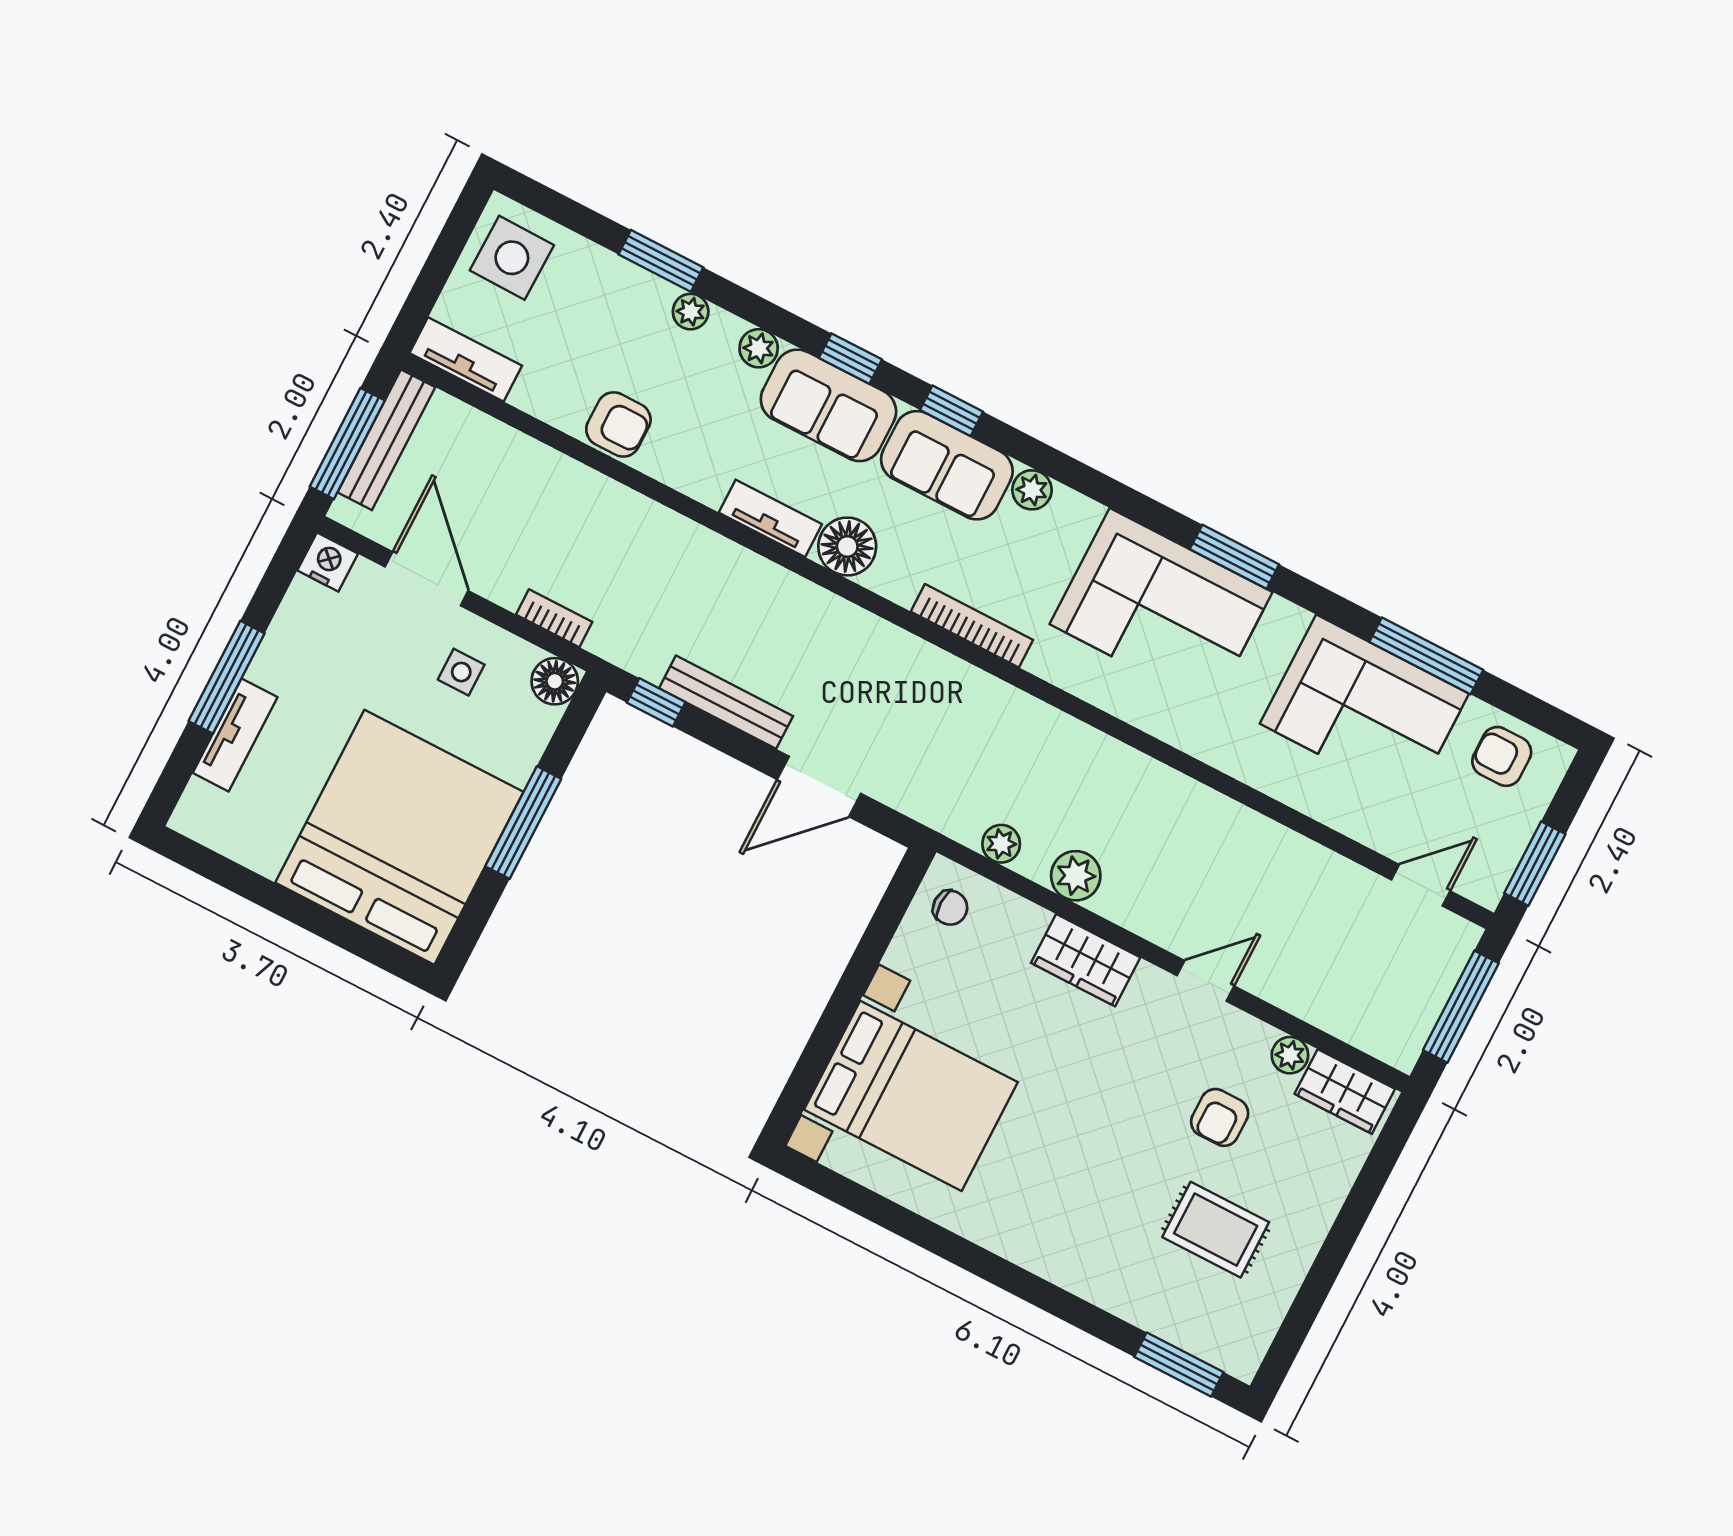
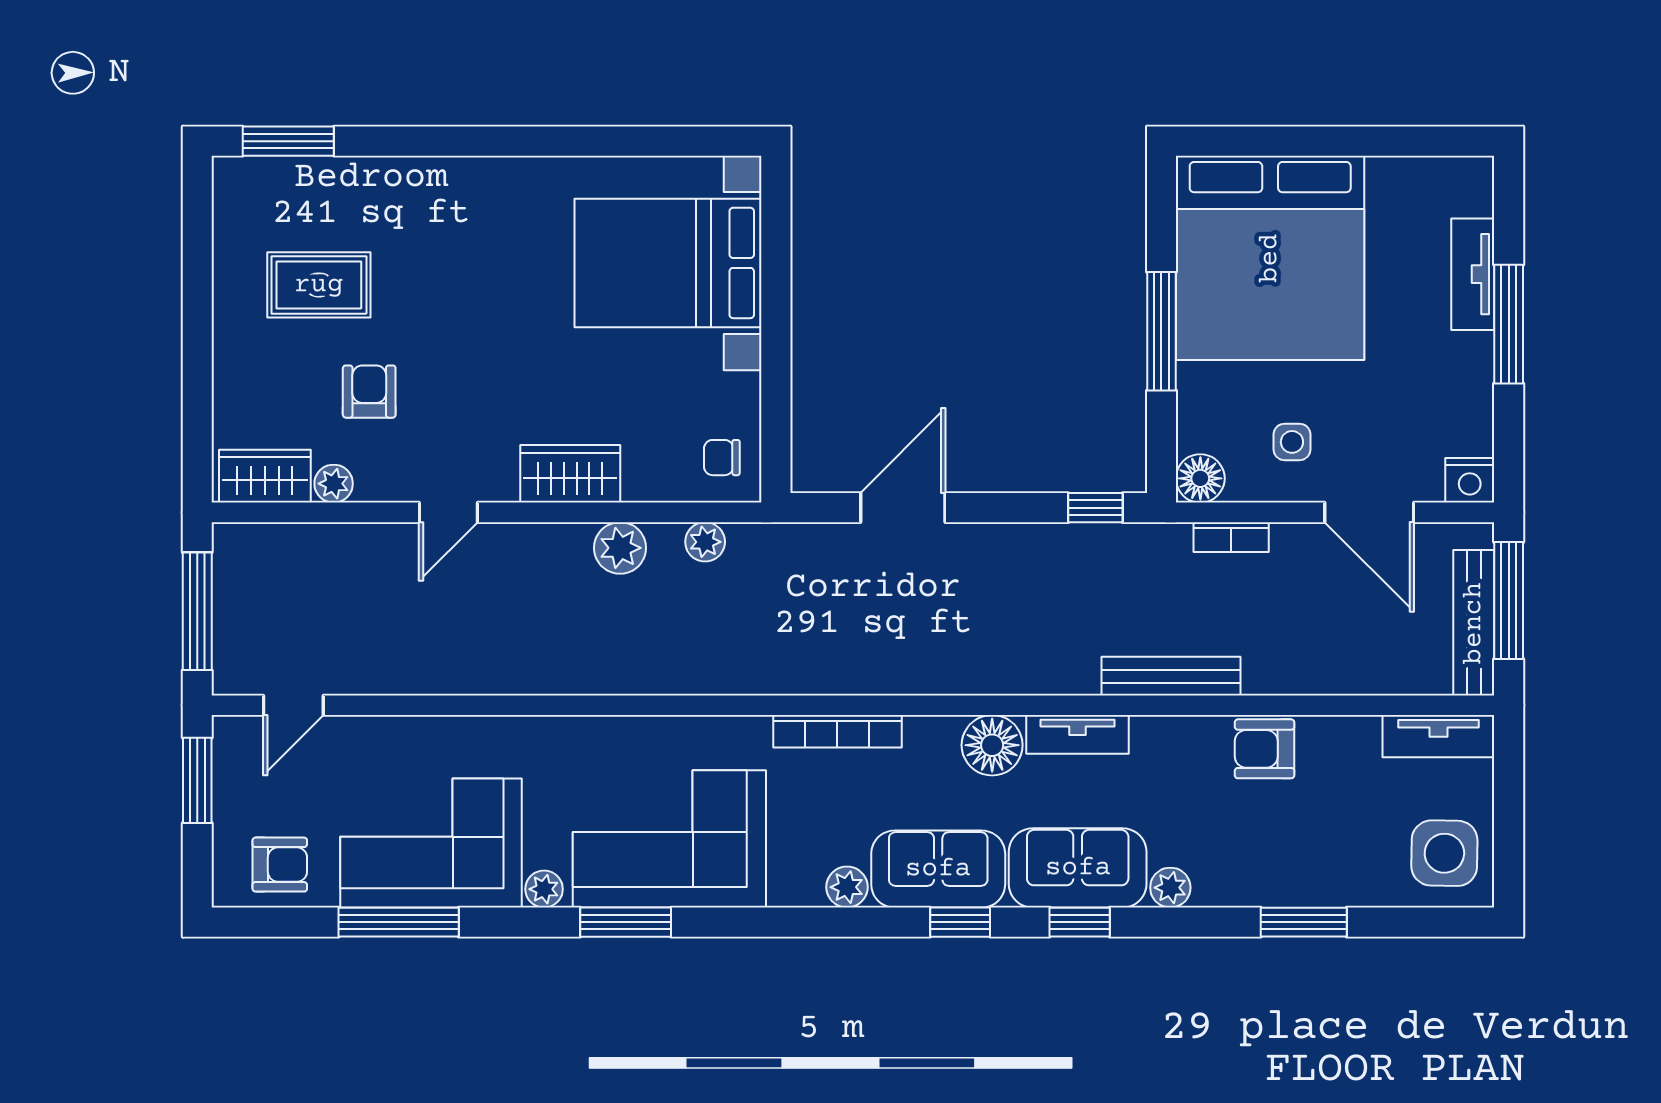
plant: (691, 312) -> (544, 889), moved
bench: (726, 702) -> (1171, 676), moved

